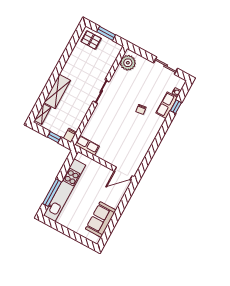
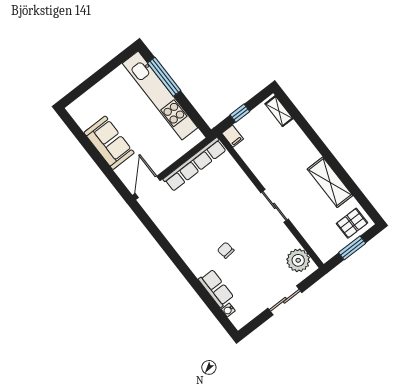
sliding door: (166, 66) -> (285, 300), moved
shelving: (57, 91) -> (330, 182), moved
window: (176, 107) -> (208, 300), removed
row of seats: (87, 145) -> (195, 164), width x2.02
sofa: (101, 220) -> (109, 143), moved

